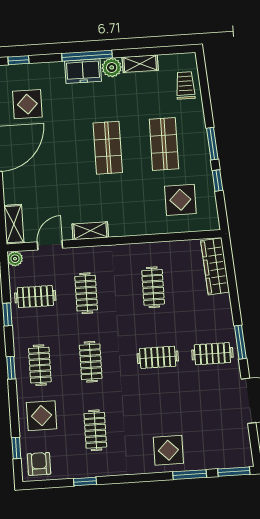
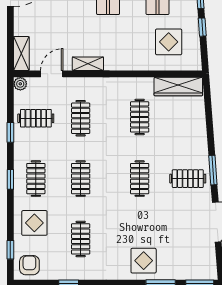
wardrobe: (215, 266) -> (178, 87), moved, turned -86
clothes rail: (158, 357) -> (140, 179), turned 90

